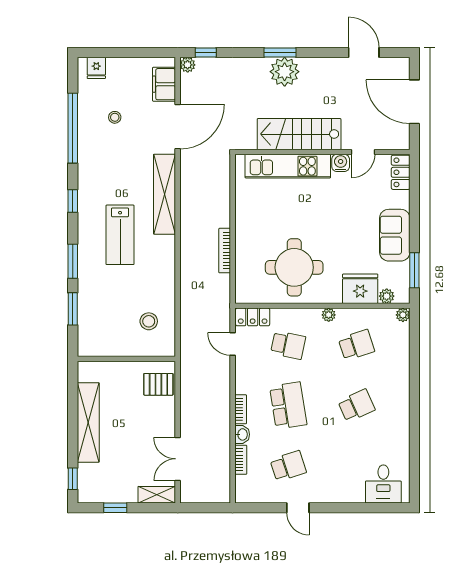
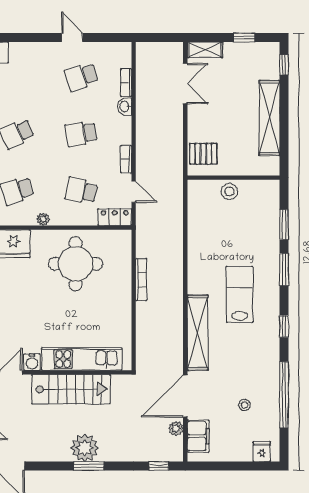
plant: (188, 65) -> (176, 428), moved
stool: (149, 321) -> (229, 191), moved
school desk: (288, 406) -> (81, 134), width x0.54
bookcase: (241, 409) -> (126, 159), moved

